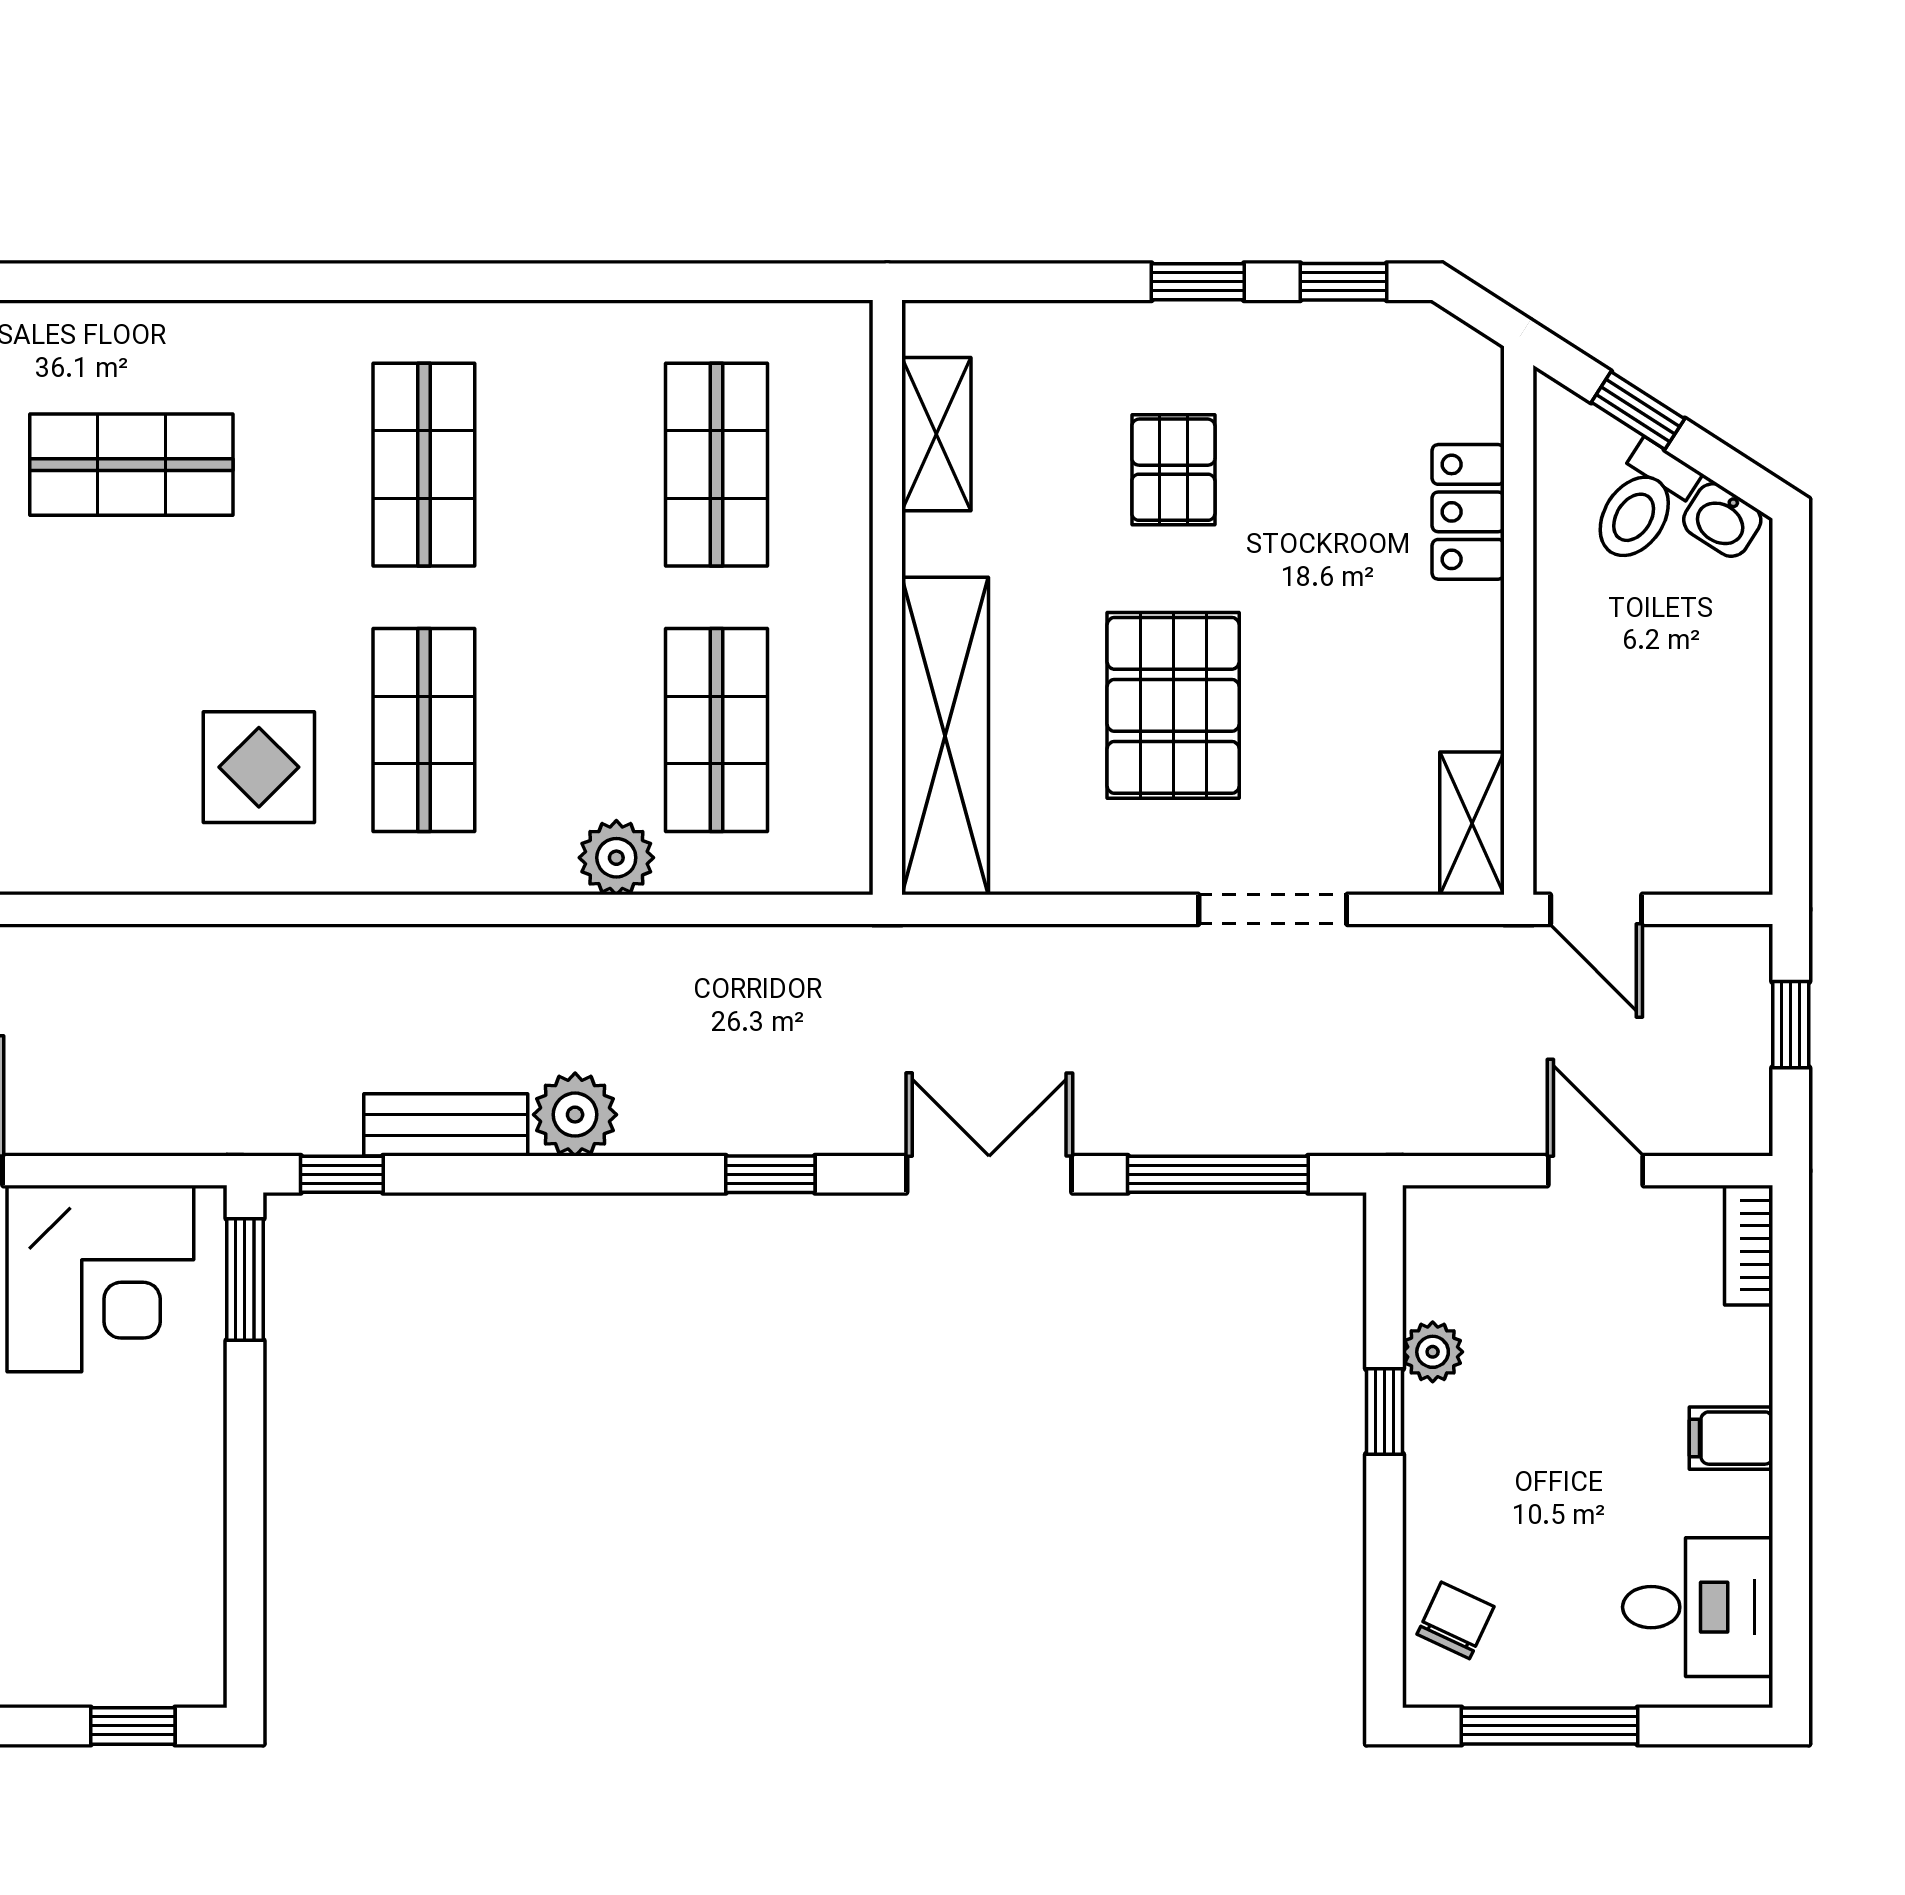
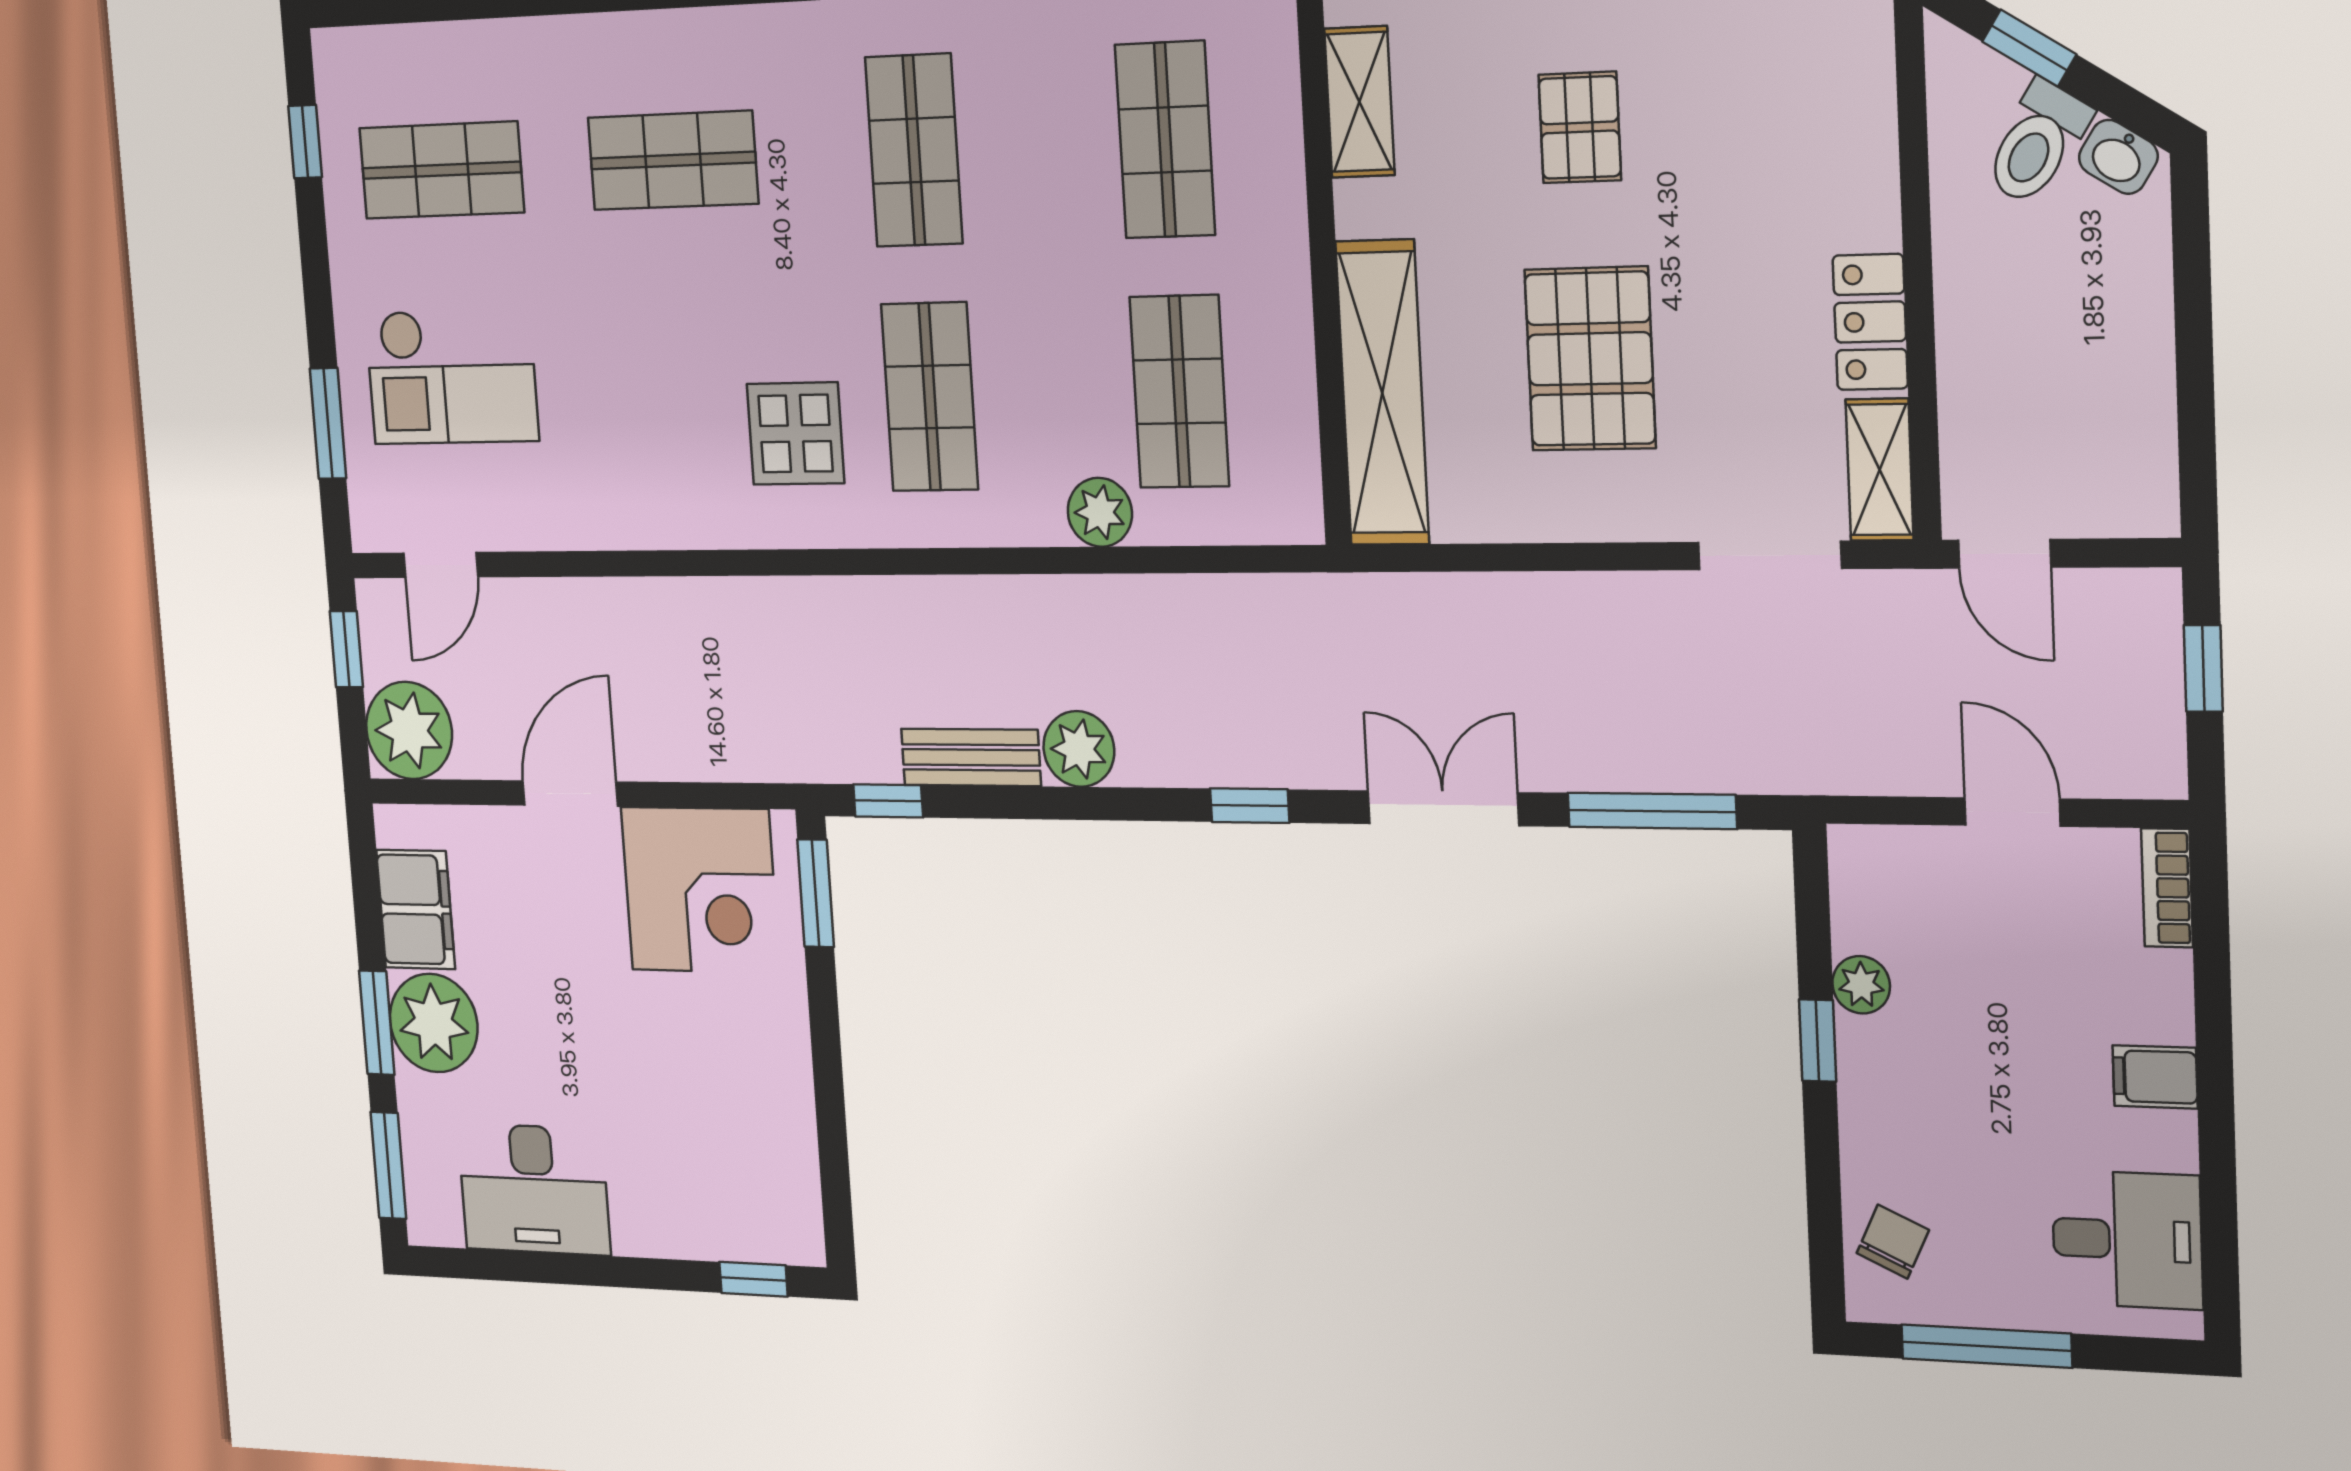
locker: (1468, 512) -> (1870, 322), moved
doorway: (1273, 909) -> (1770, 555), moved

